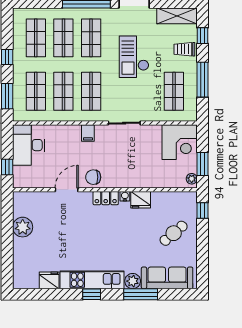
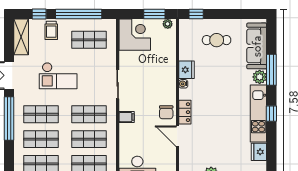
window: (203, 80) -> (79, 14), width x1.46
locker: (106, 198) -> (185, 112), moved
cafe table: (174, 233) -> (217, 40), turned -50

